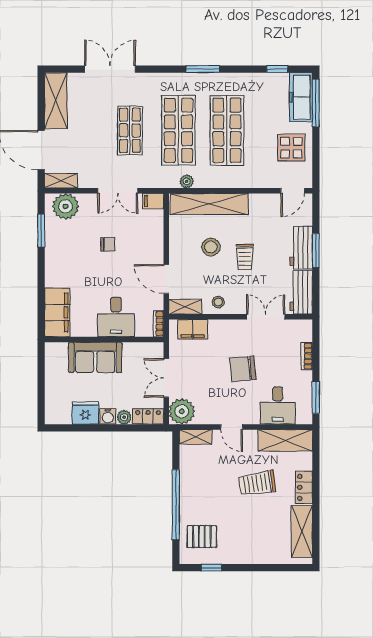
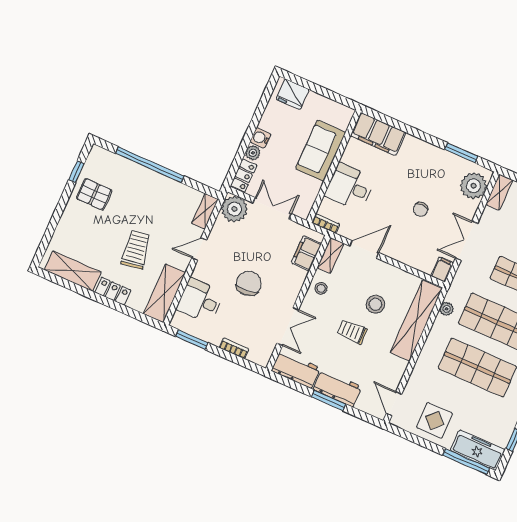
fridge: (85, 413) -> (293, 94), moved, turned 90
pallet: (202, 537) -> (94, 194), moved, turned 90

